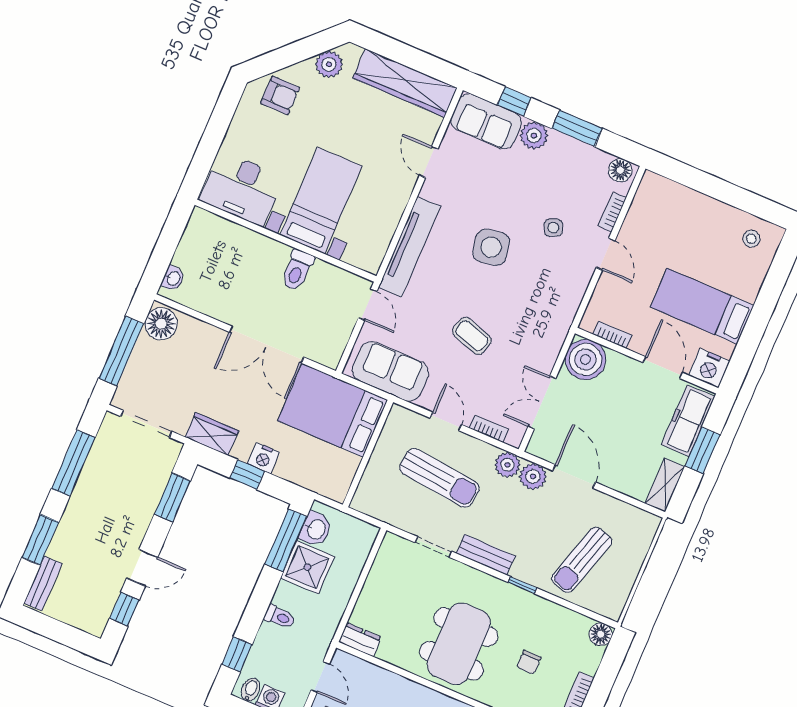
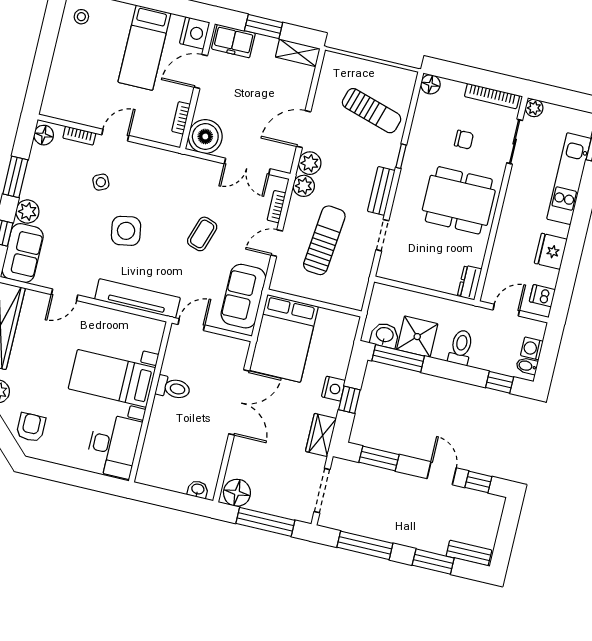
freezer: (688, 421) -> (233, 41), width x0.71
toilet: (279, 617) -> (461, 347), width x1.37, depth x1.39

